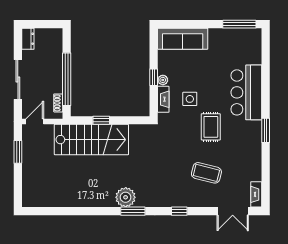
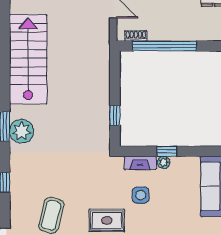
window: (101, 120) -> (115, 116), moved
stairs: (91, 140) -> (28, 59), moved, turned 180
plant: (126, 197) -> (22, 131), moved

